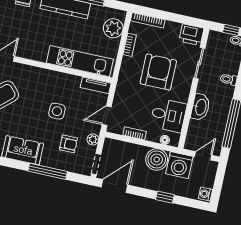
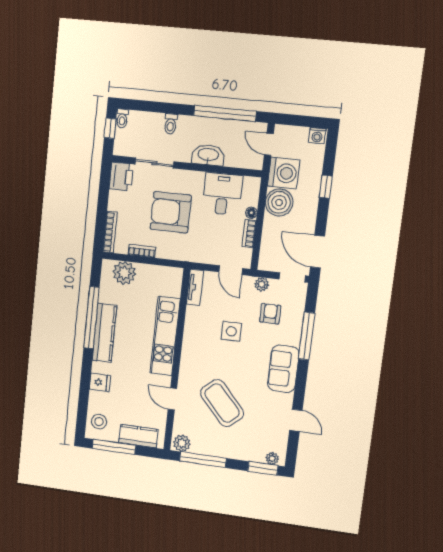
kitchen unit: (80, 61) -> (165, 336), moved
floor lamp: (165, 140) -> (251, 213), moved

